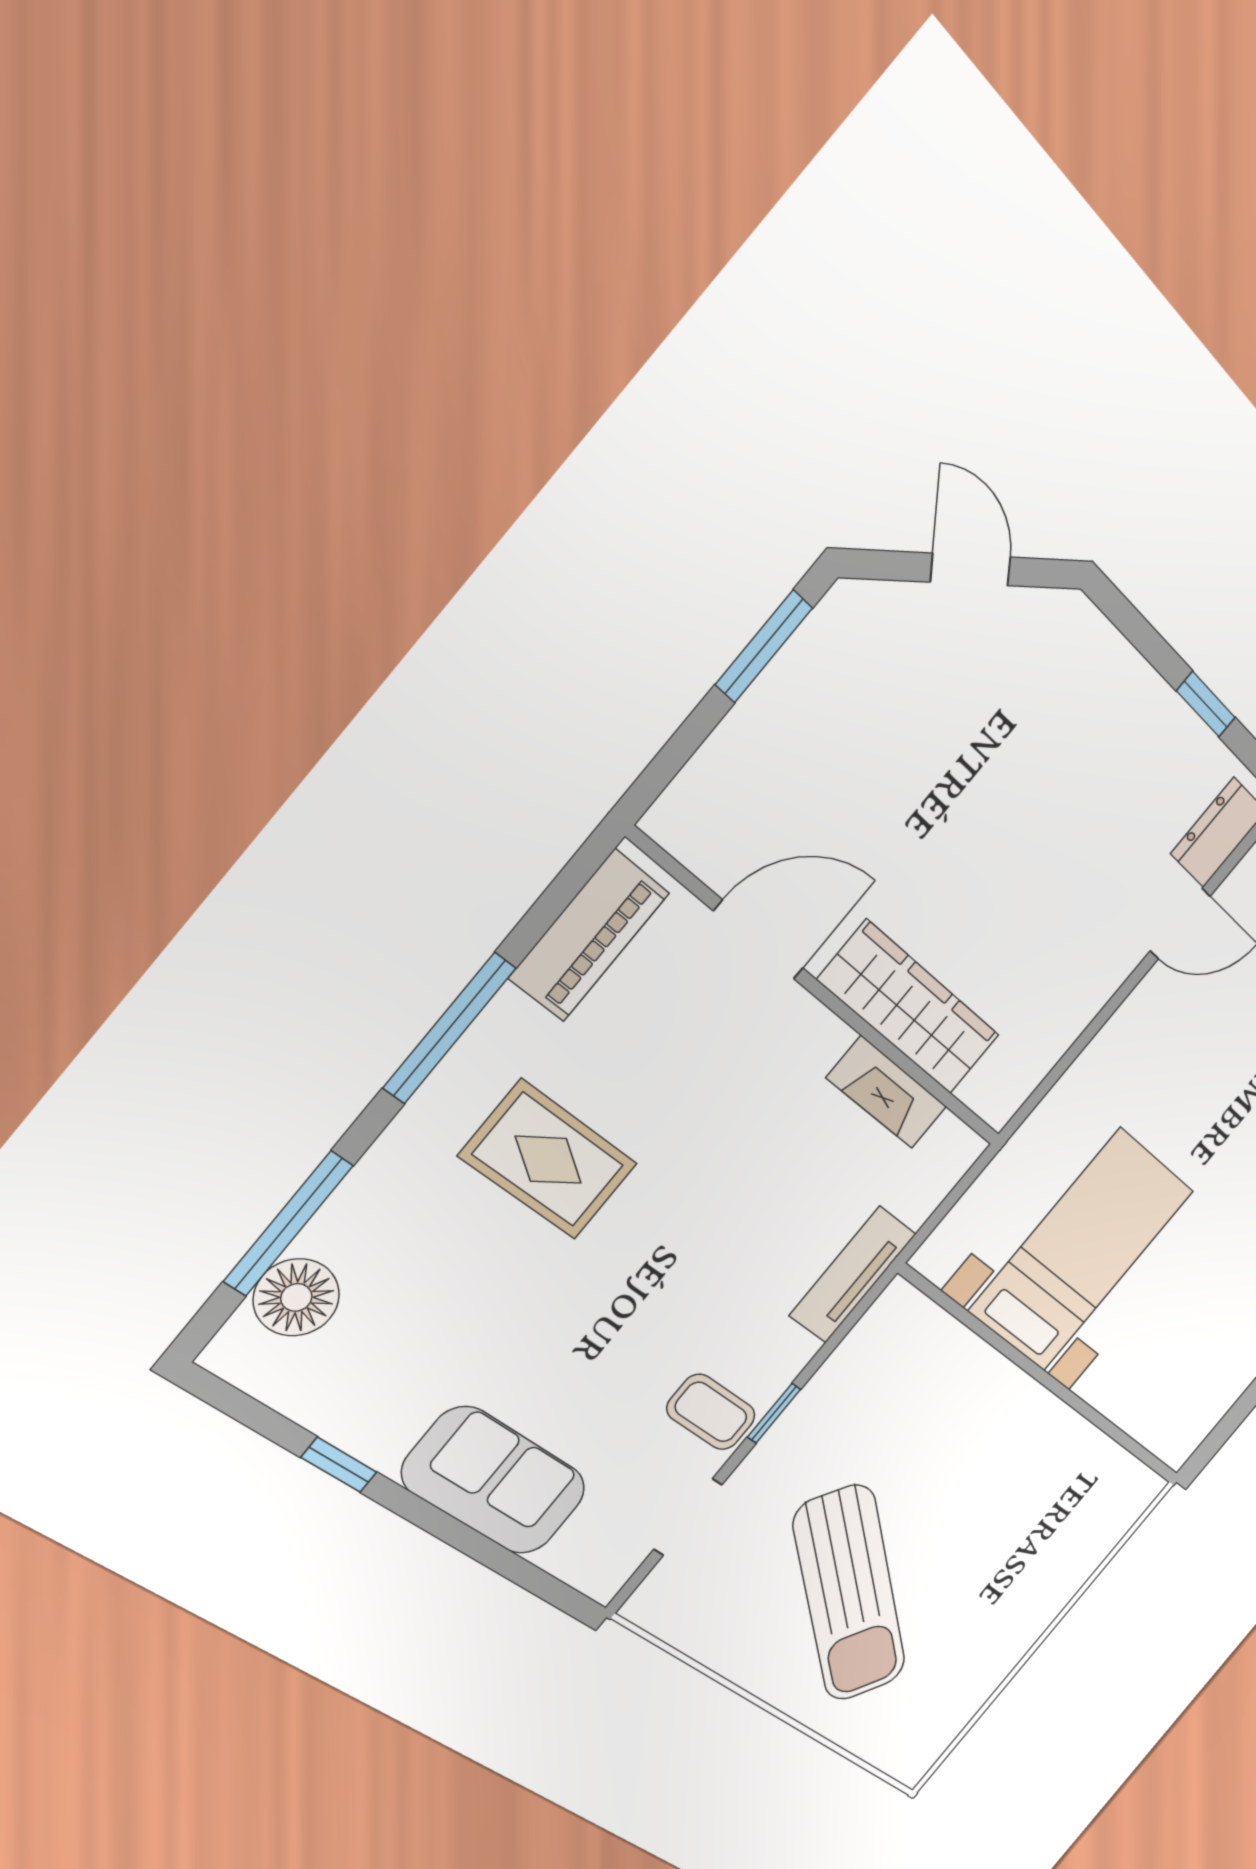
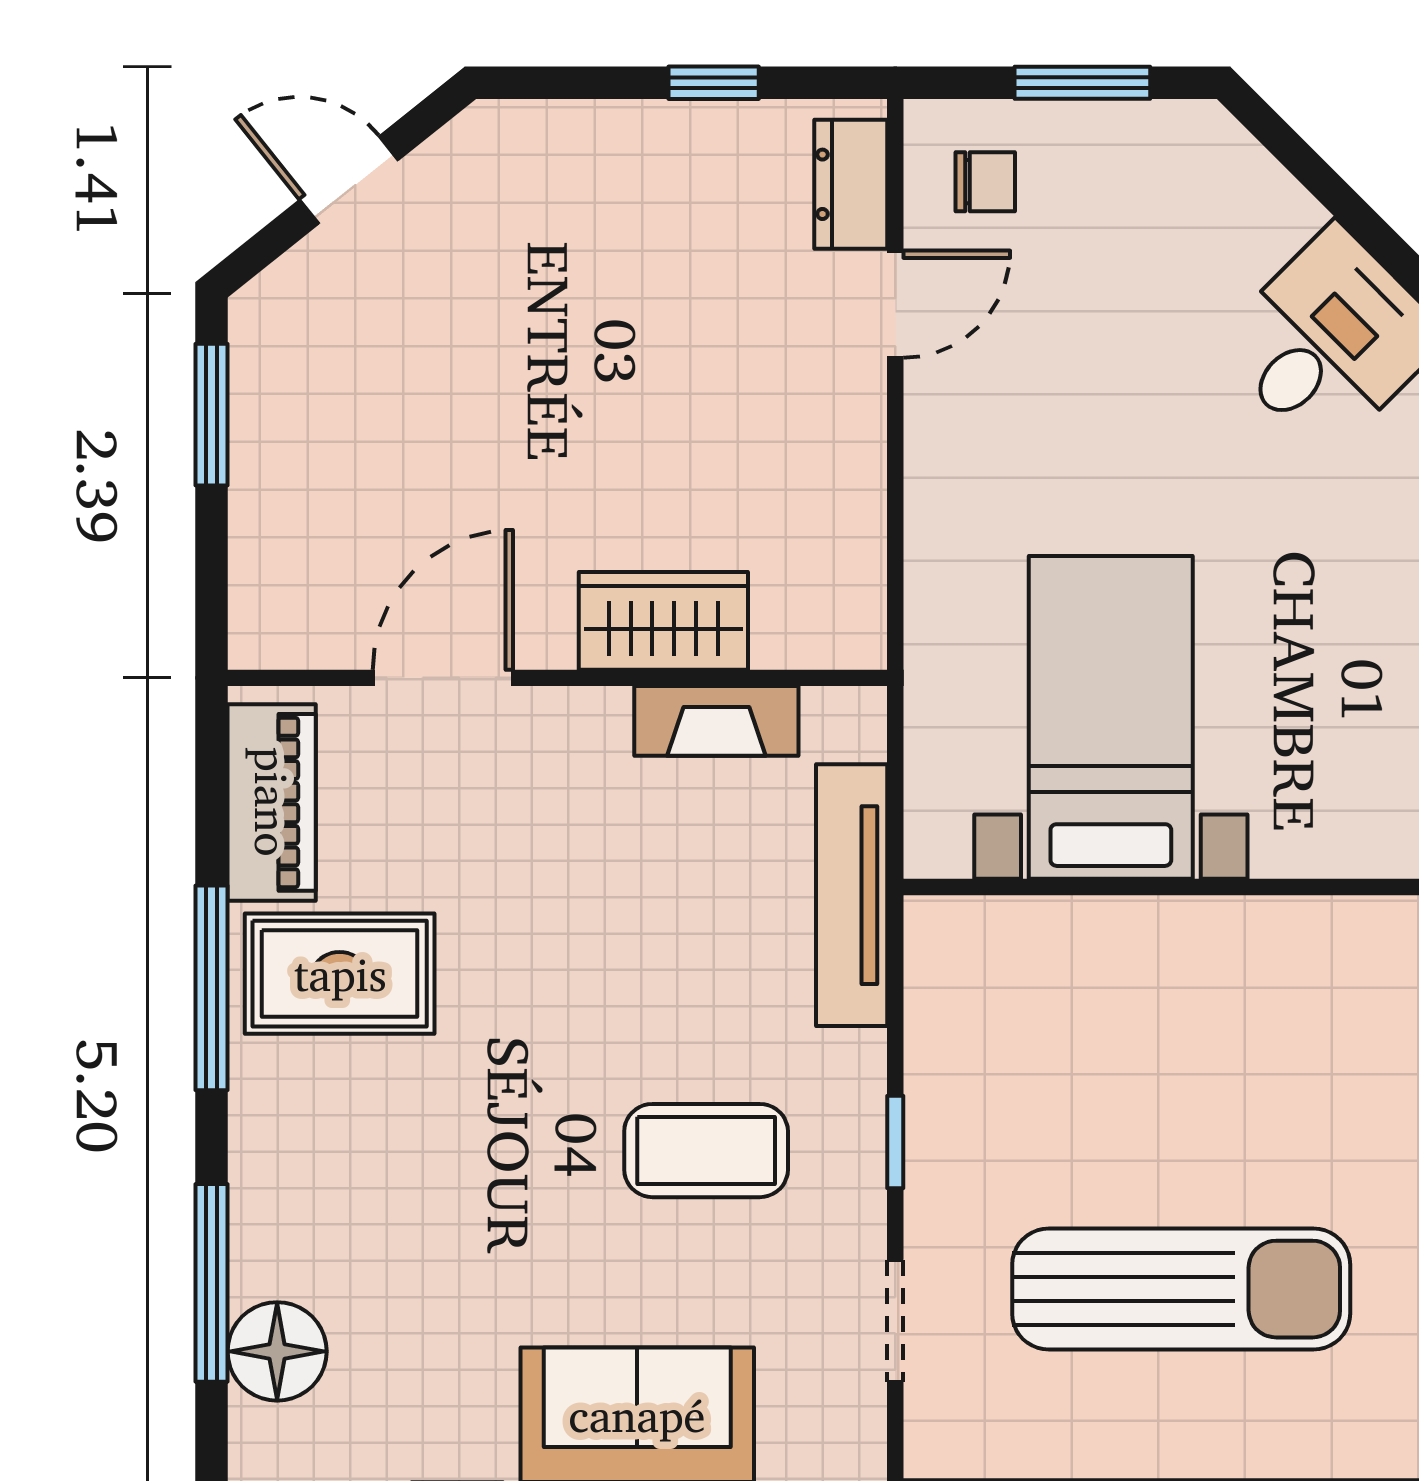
wardrobe: (909, 1008) -> (663, 621), width x0.67
rug: (548, 1160) -> (340, 974), moved
tv unit: (853, 1275) -> (852, 895), width x1.41
coffee table: (711, 1412) -> (706, 1151), moved, width x1.36, depth x1.30
sun lounger: (850, 1594) -> (1181, 1289), turned -37

